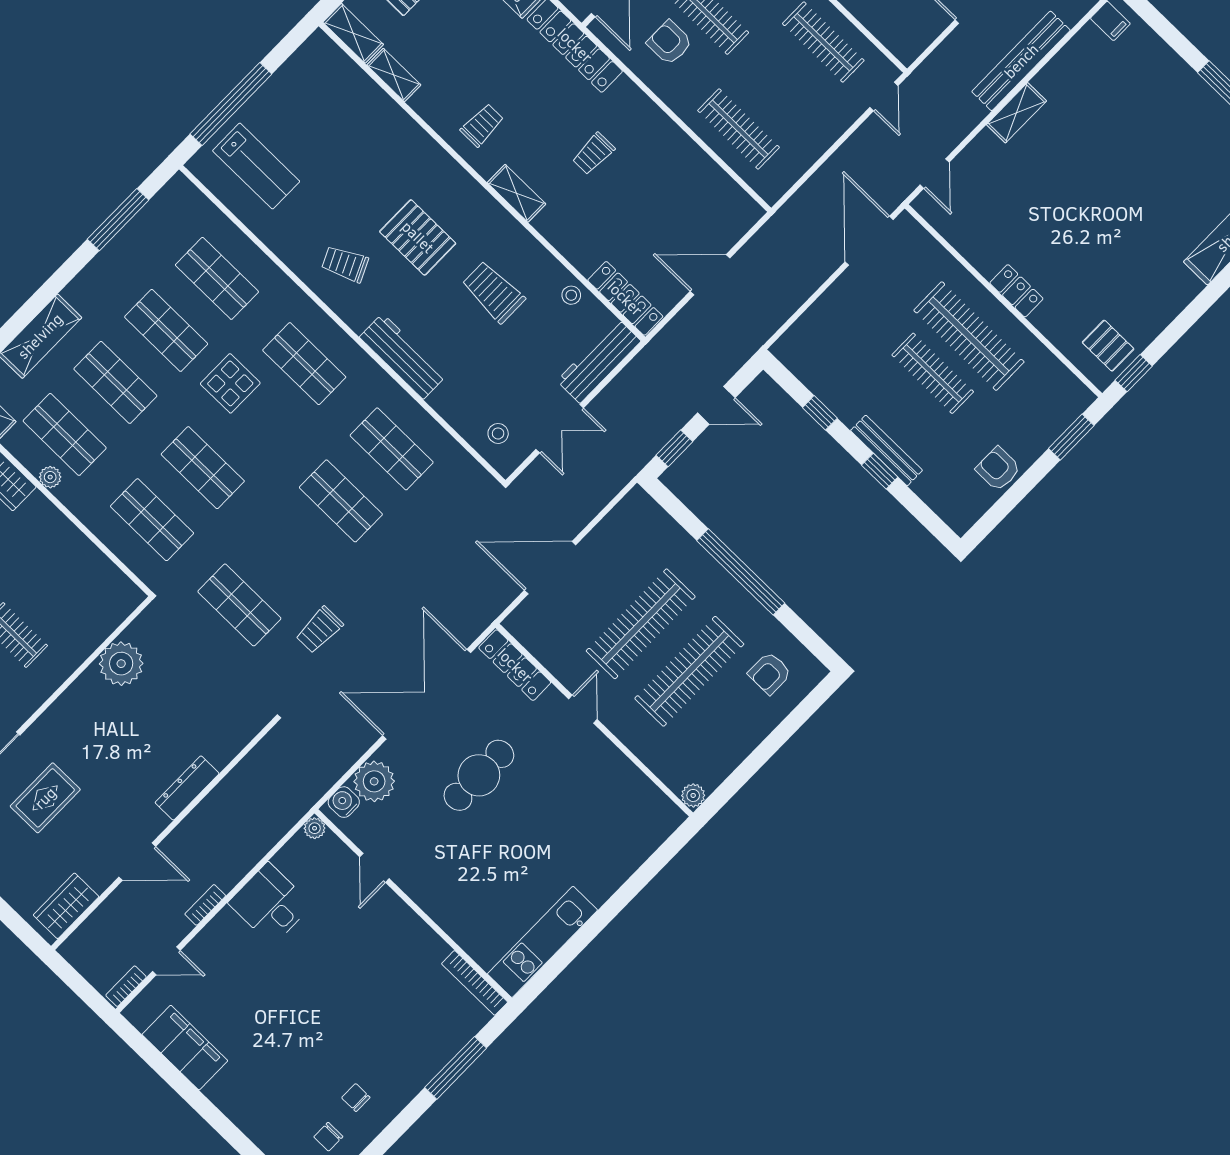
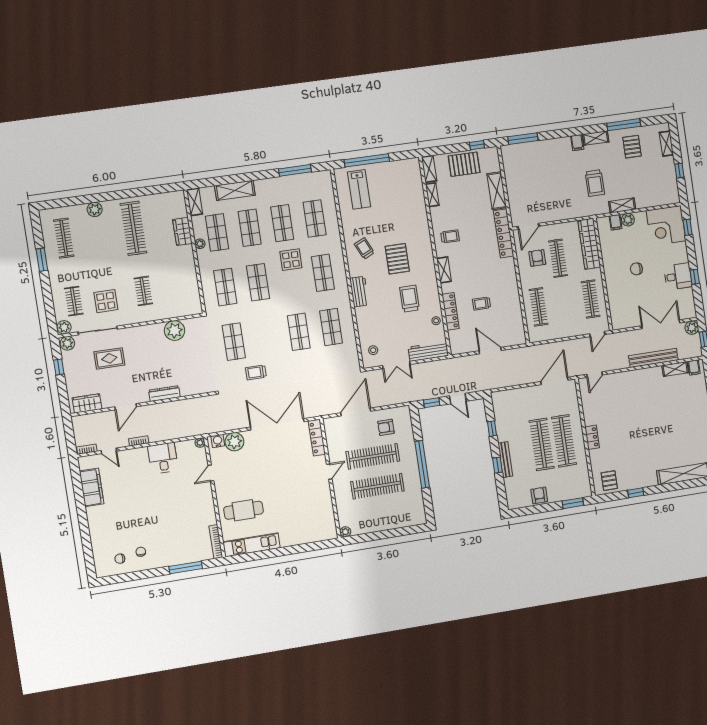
shelving: (1016, 113) -> (675, 369), moved
trolley: (593, 154) -> (482, 304), moved
locker: (625, 298) -> (451, 311), moved
workbench: (403, 356) -> (359, 292), width x0.73
clothes rail: (933, 373) -> (542, 444), width x1.37, depth x1.31
window: (1134, 373) -> (636, 493), moved
door: (550, 568) -> (356, 412), hinge flipped
armchair: (770, 673) -> (386, 427), moved
cafe table: (479, 775) -> (244, 510), moved
door: (137, 862) -> (126, 407), hinge flipped

